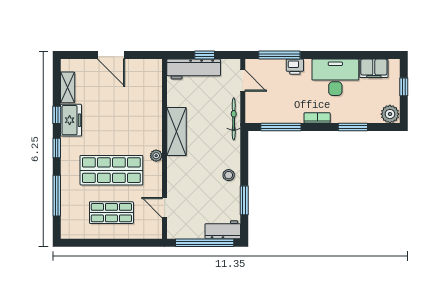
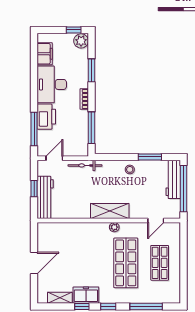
printer: (295, 67) -> (46, 117), width x1.87, depth x1.48
window: (404, 87) -> (74, 30), moved
shelving: (177, 132) -> (110, 211), moved
workbench: (223, 230) -> (173, 179), width x1.38

